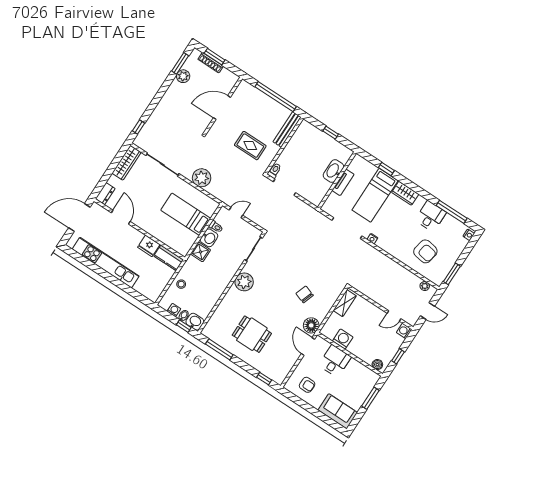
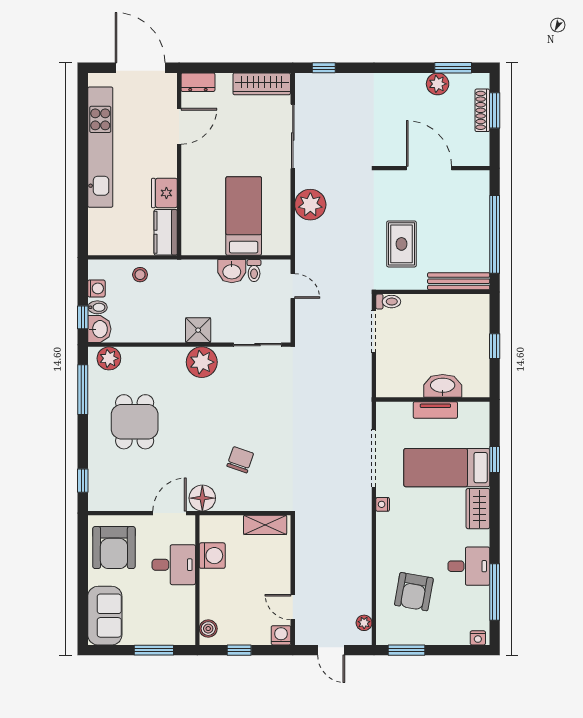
shower: (200, 252) -> (198, 330), moved
plant: (212, 326) -> (109, 358), added
armchair: (307, 385) -> (114, 548), width x1.88, depth x1.88

